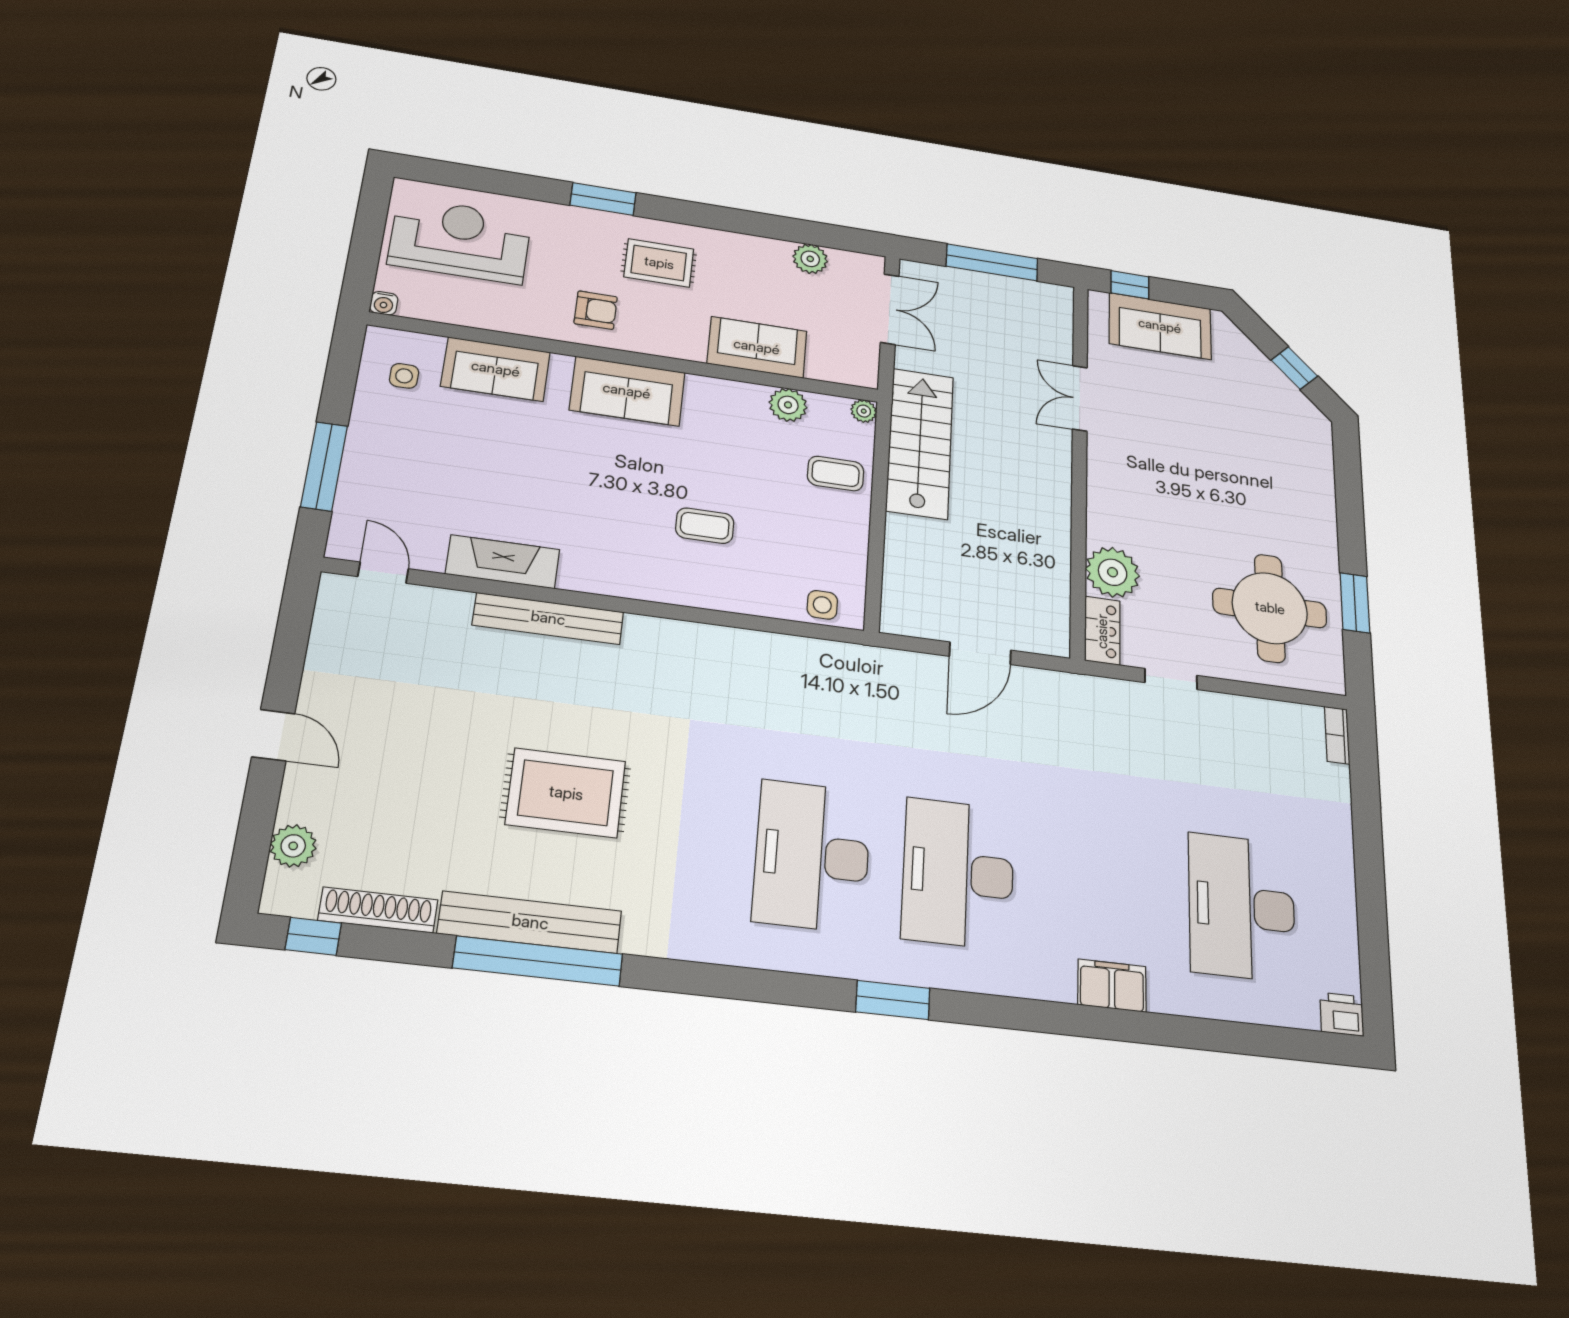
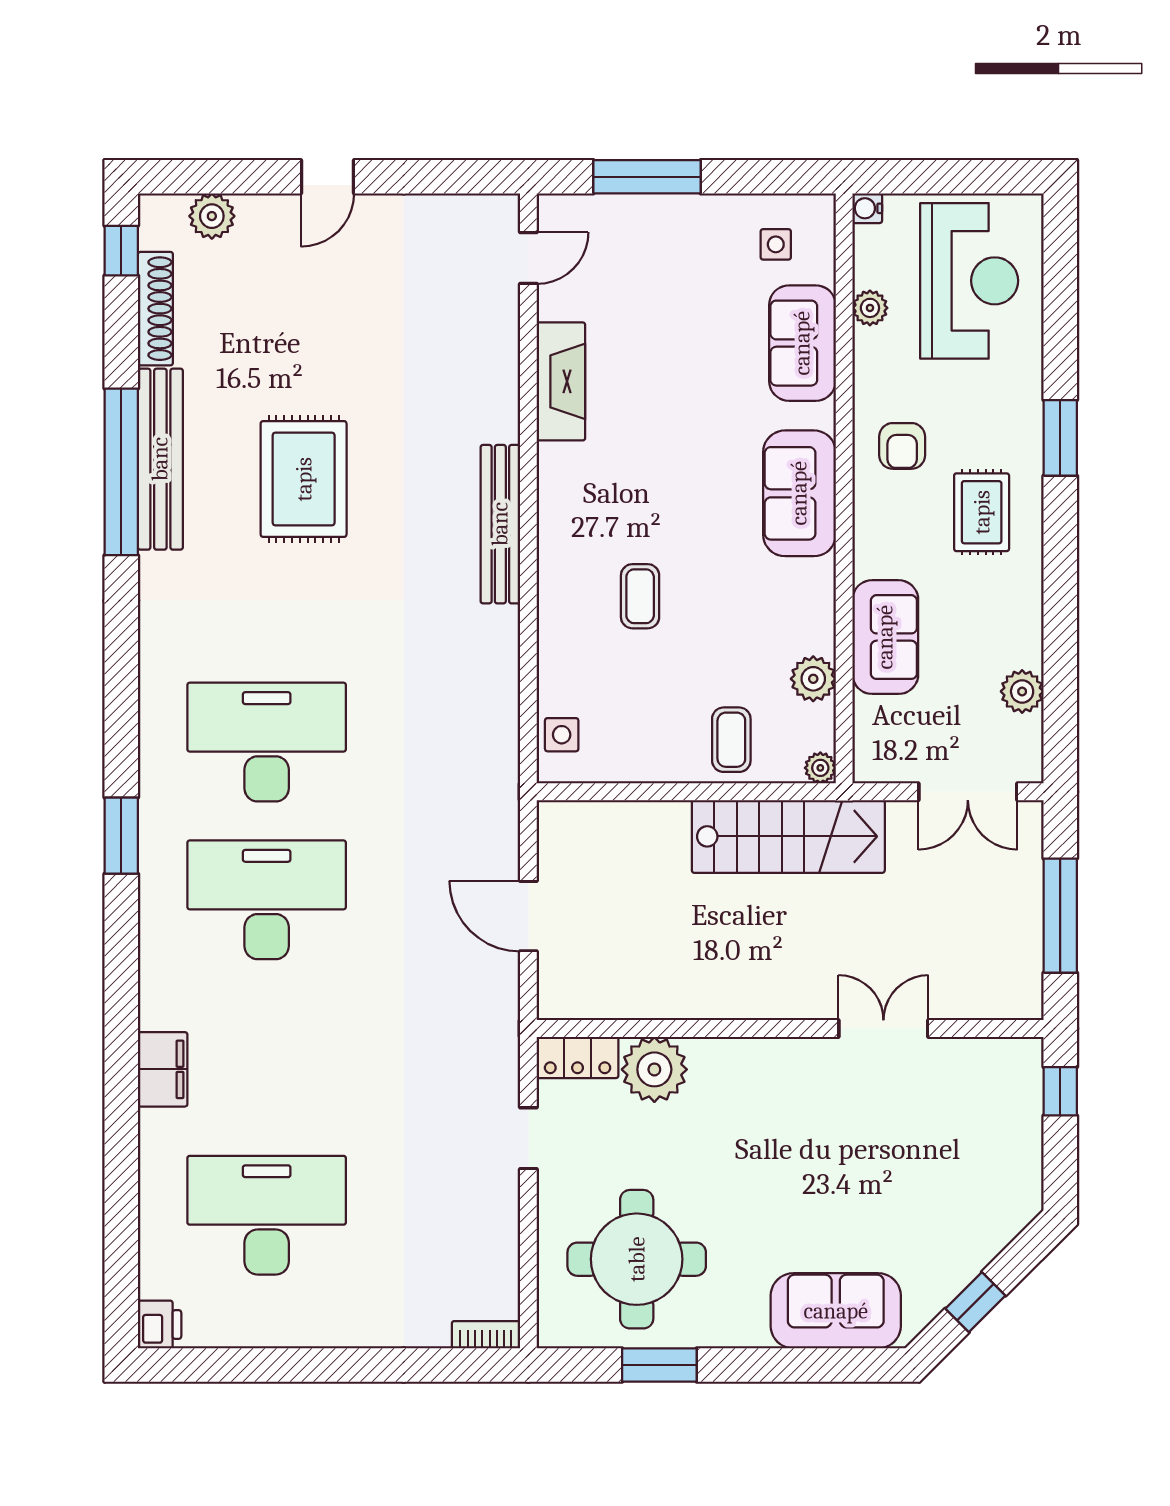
plant: (472, 315) -> (870, 308), added
sofa: (1160, 326) -> (836, 1311), moved, turned 90
bench: (548, 618) -> (500, 524), moved

